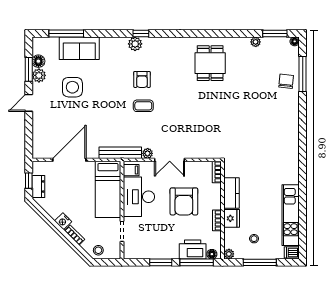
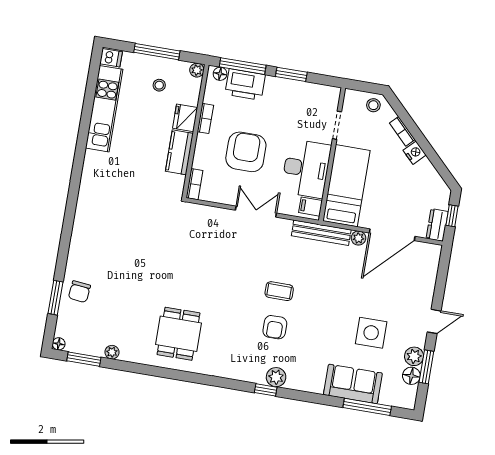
window: (303, 74) -> (56, 298), width x0.69
armchair: (142, 79) -> (275, 327), turned 180
plant: (148, 153) -> (358, 238), moved
dresser: (38, 186) -> (437, 225), moved

